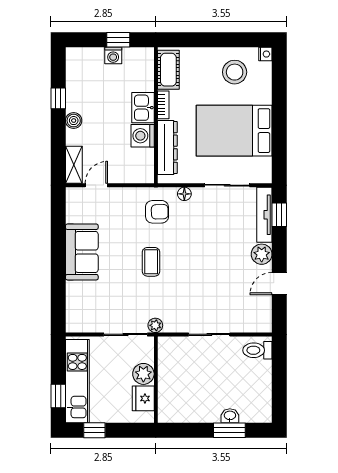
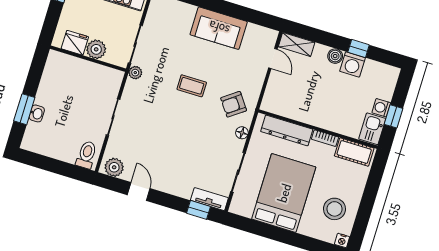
kitchen sink: (143, 108) -> (372, 129), moved, turned -90
washing machine: (143, 136) -> (352, 65), moved, turned 180
armchair: (157, 212) -> (234, 104), turned 55
tv unit: (264, 215) -> (209, 199), width x0.71
plant: (262, 254) -> (114, 167), moved

